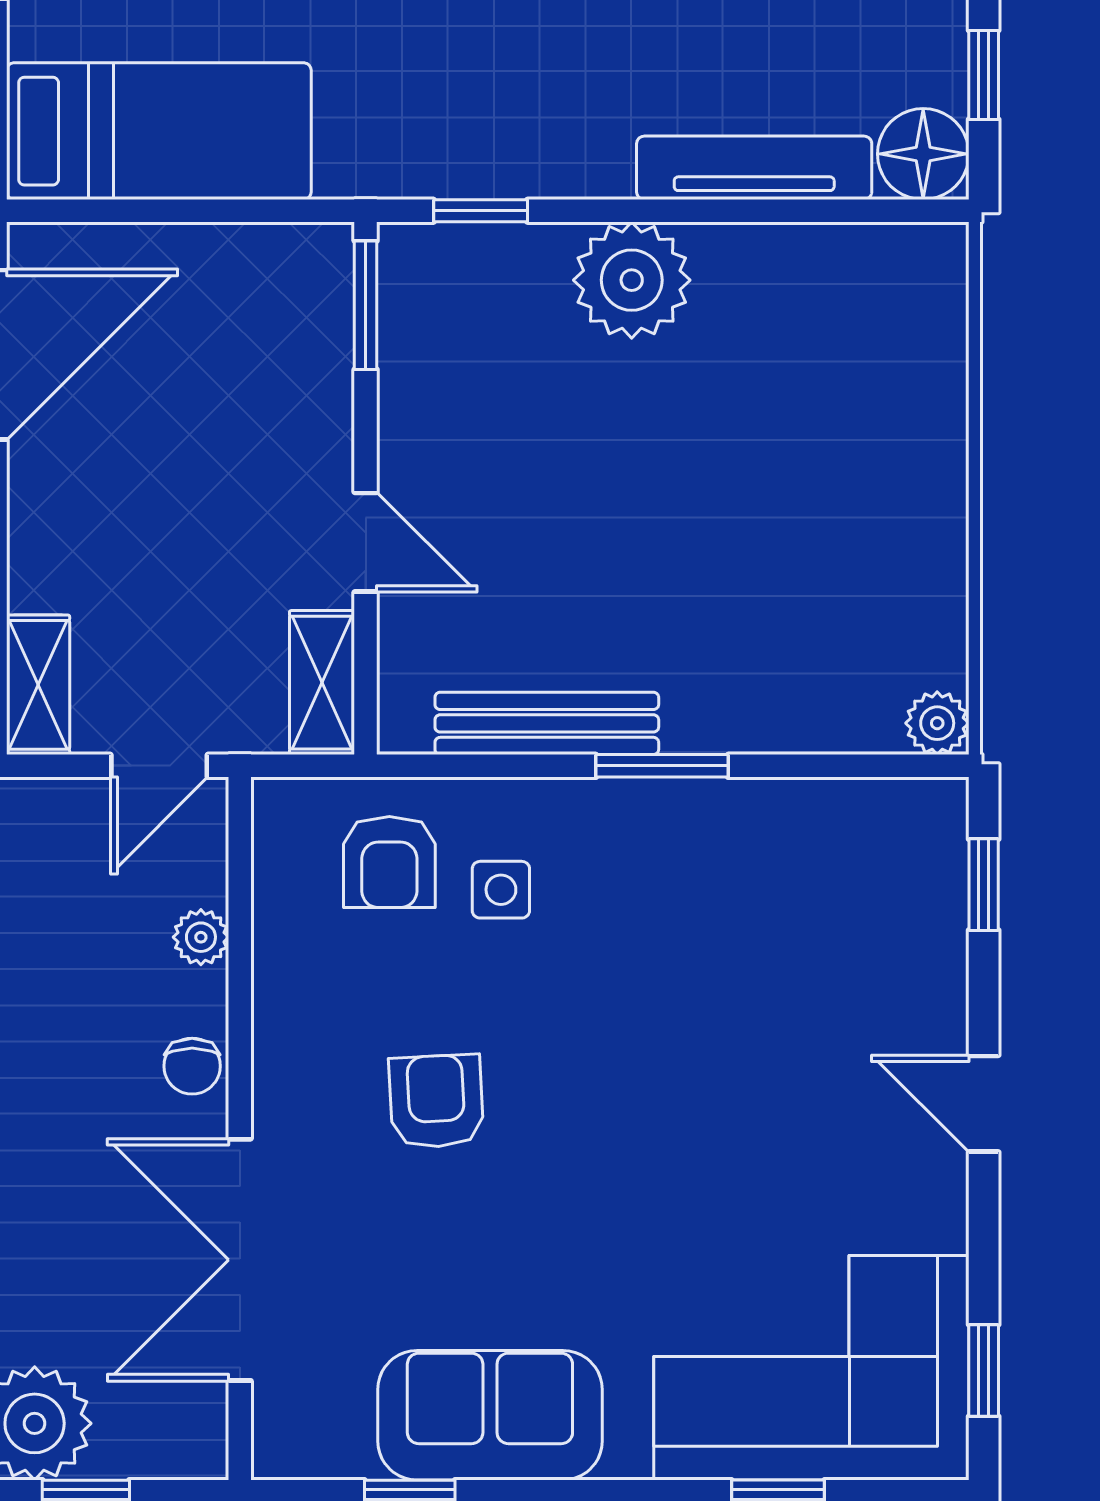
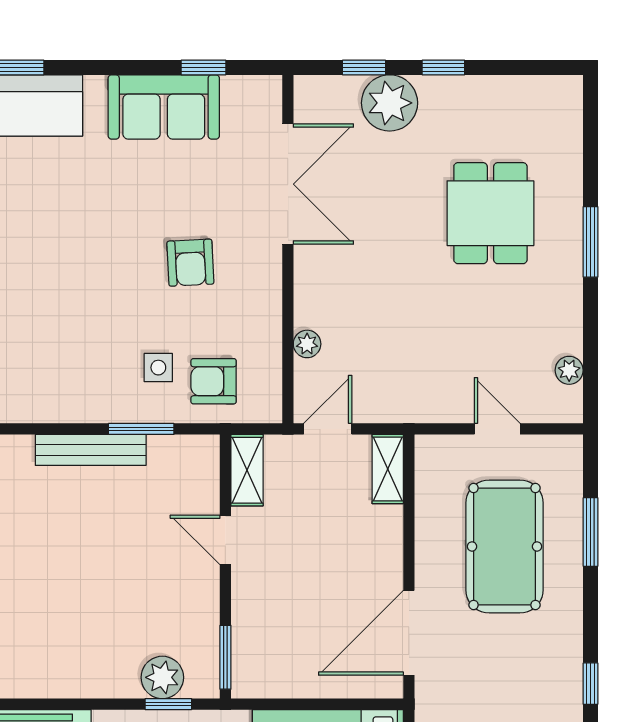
plant: (632, 280) -> (162, 677), moved, width x0.73, depth x0.73
bench: (547, 723) -> (91, 450), moved
window: (662, 766) -> (141, 429), moved
armchair: (389, 862) -> (214, 381), turned -90
chair: (192, 1066) -> (311, 280), removed

